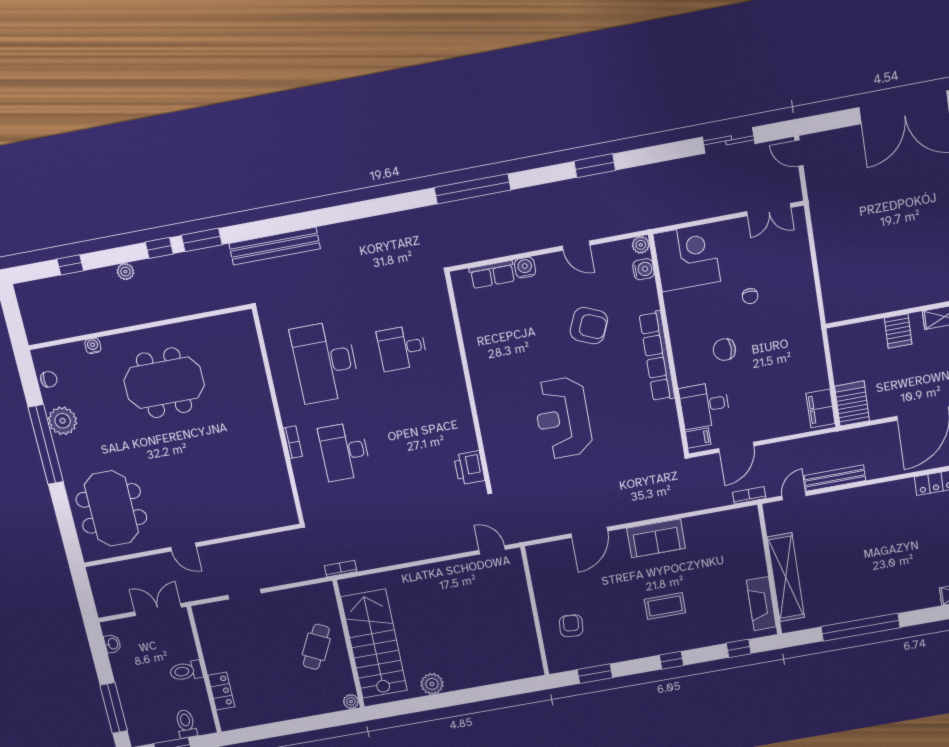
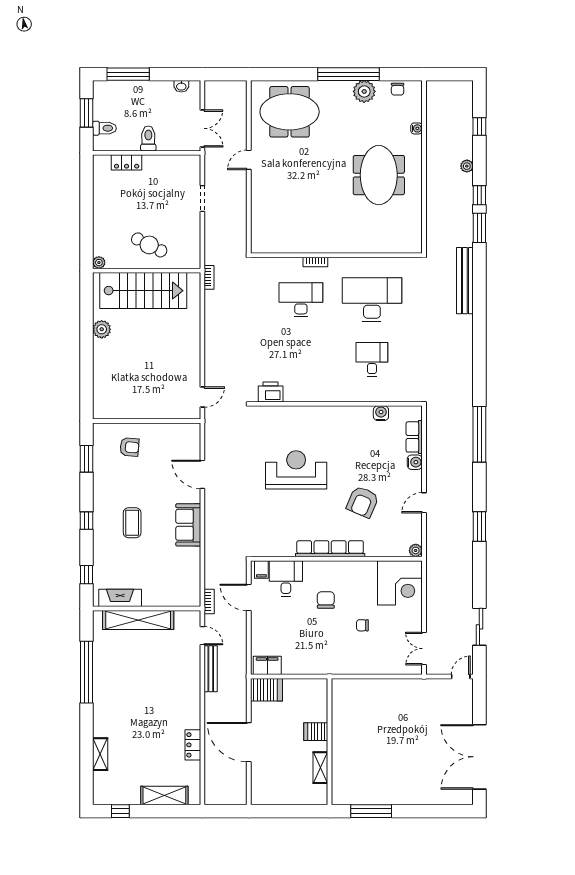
water cooler: (643, 269) -> (381, 413), moved, turned 180

